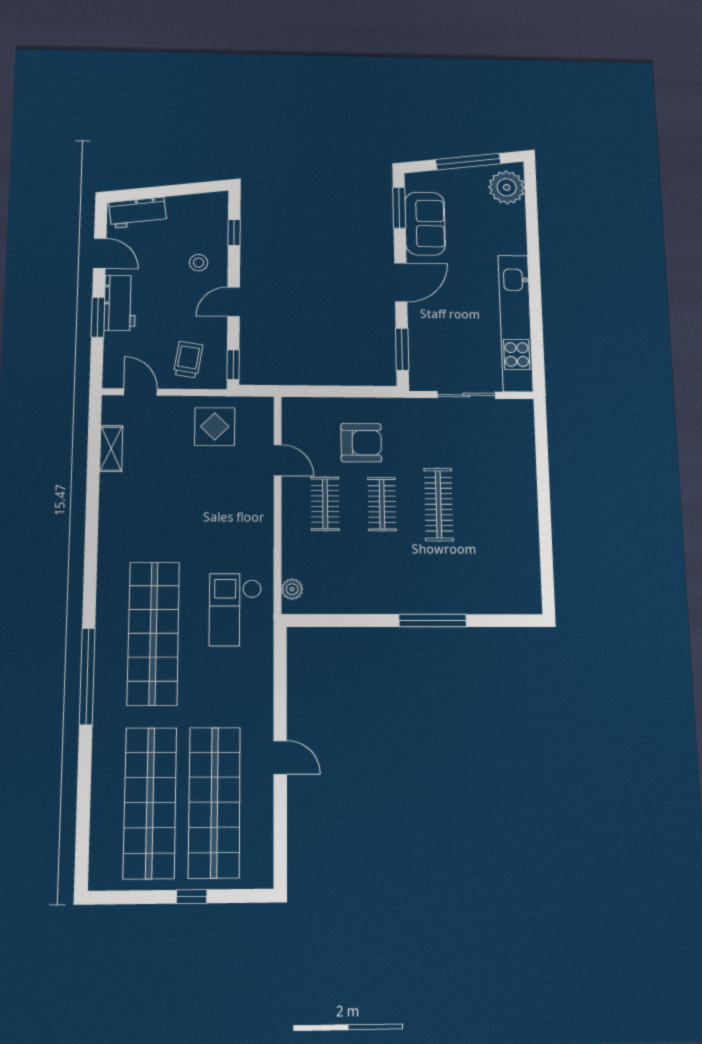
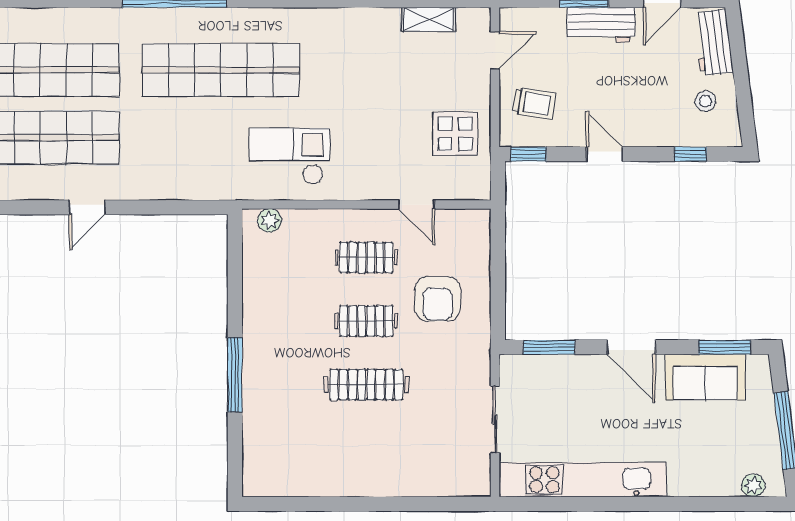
plant: (507, 187) -> (753, 485), width x0.53, depth x0.53
stool: (199, 263) -> (705, 101), moved
door: (278, 460) -> (416, 205), hinge flipped
checkout: (235, 610) -> (290, 156), moved

